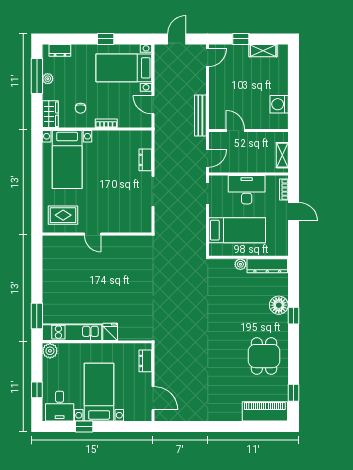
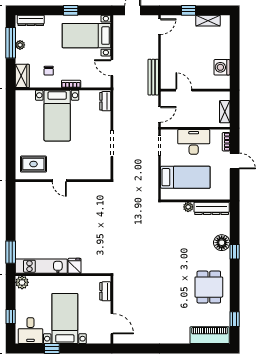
dresser: (60, 50) -> (31, 20), width x1.44
bed with nightstands: (67, 160) -> (57, 116), moved
dresser: (145, 160) -> (105, 101), moved

